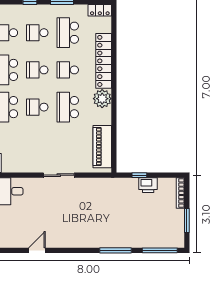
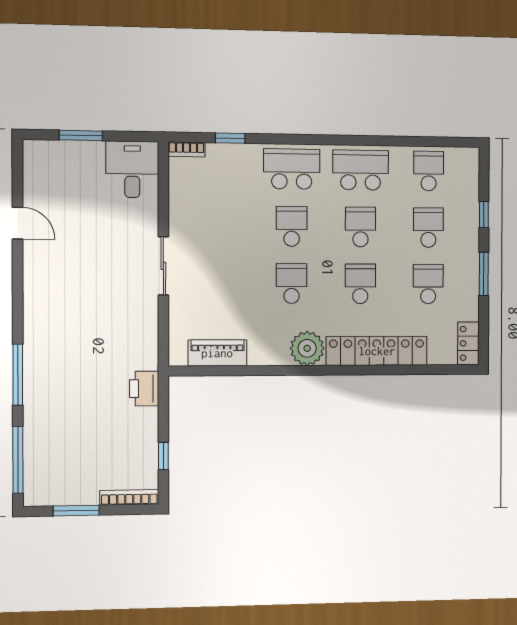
school desk: (68, 33) -> (428, 284), width x0.54
school desk: (68, 107) -> (292, 284), width x0.54
piano: (102, 147) -> (217, 353), width x0.73, depth x0.75
window: (139, 175) -> (163, 456), moved
printer: (148, 185) -> (144, 389), moved

